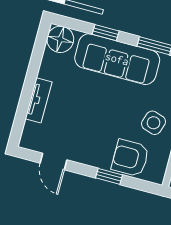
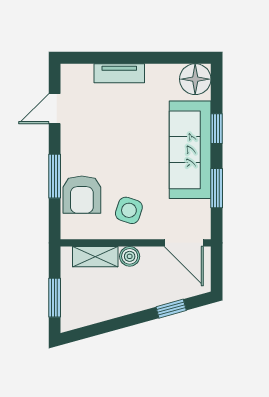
armchair: (130, 158) -> (82, 195), turned 180
window: (109, 176) -> (55, 176), width x1.50

